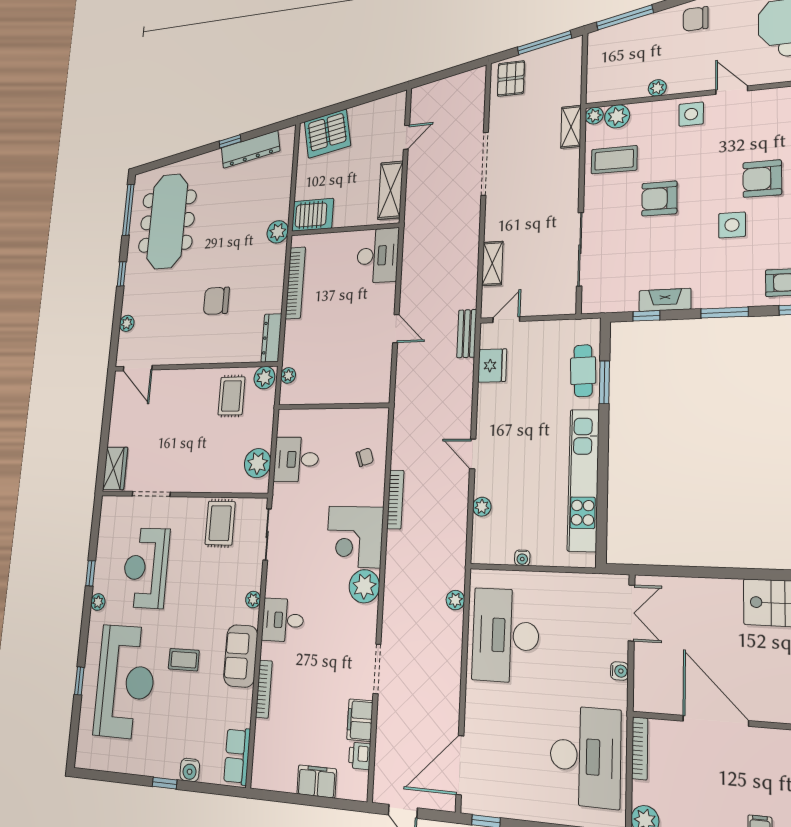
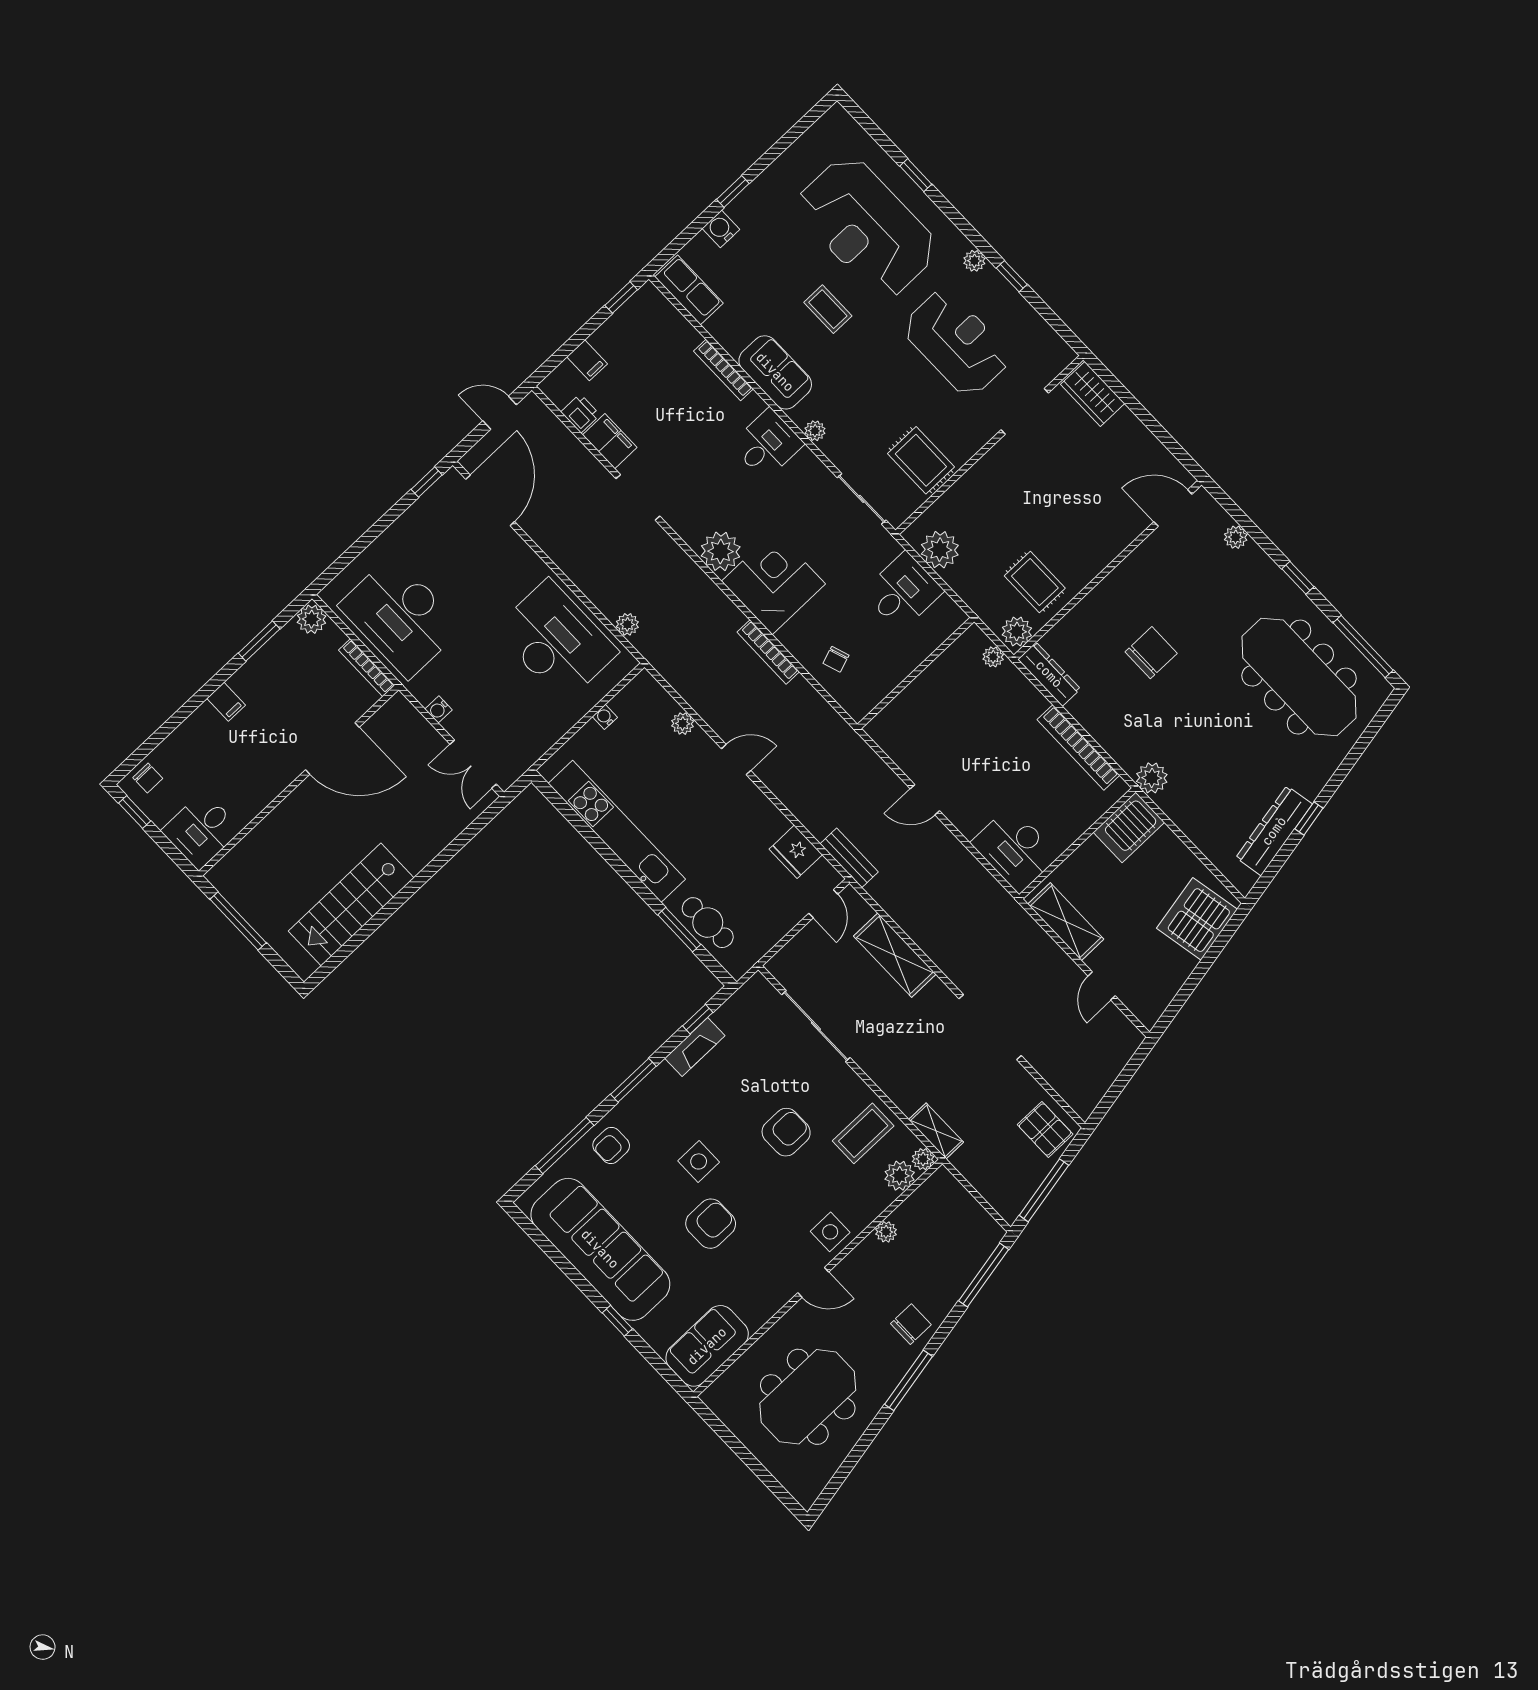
shelving: (492, 263) -> (895, 955), width x1.50, depth x1.33
coffee table: (184, 660) -> (828, 309), turned 90
filing cabinet: (317, 781) -> (587, 360), width x0.50
window: (274, 796) -> (621, 297), added

